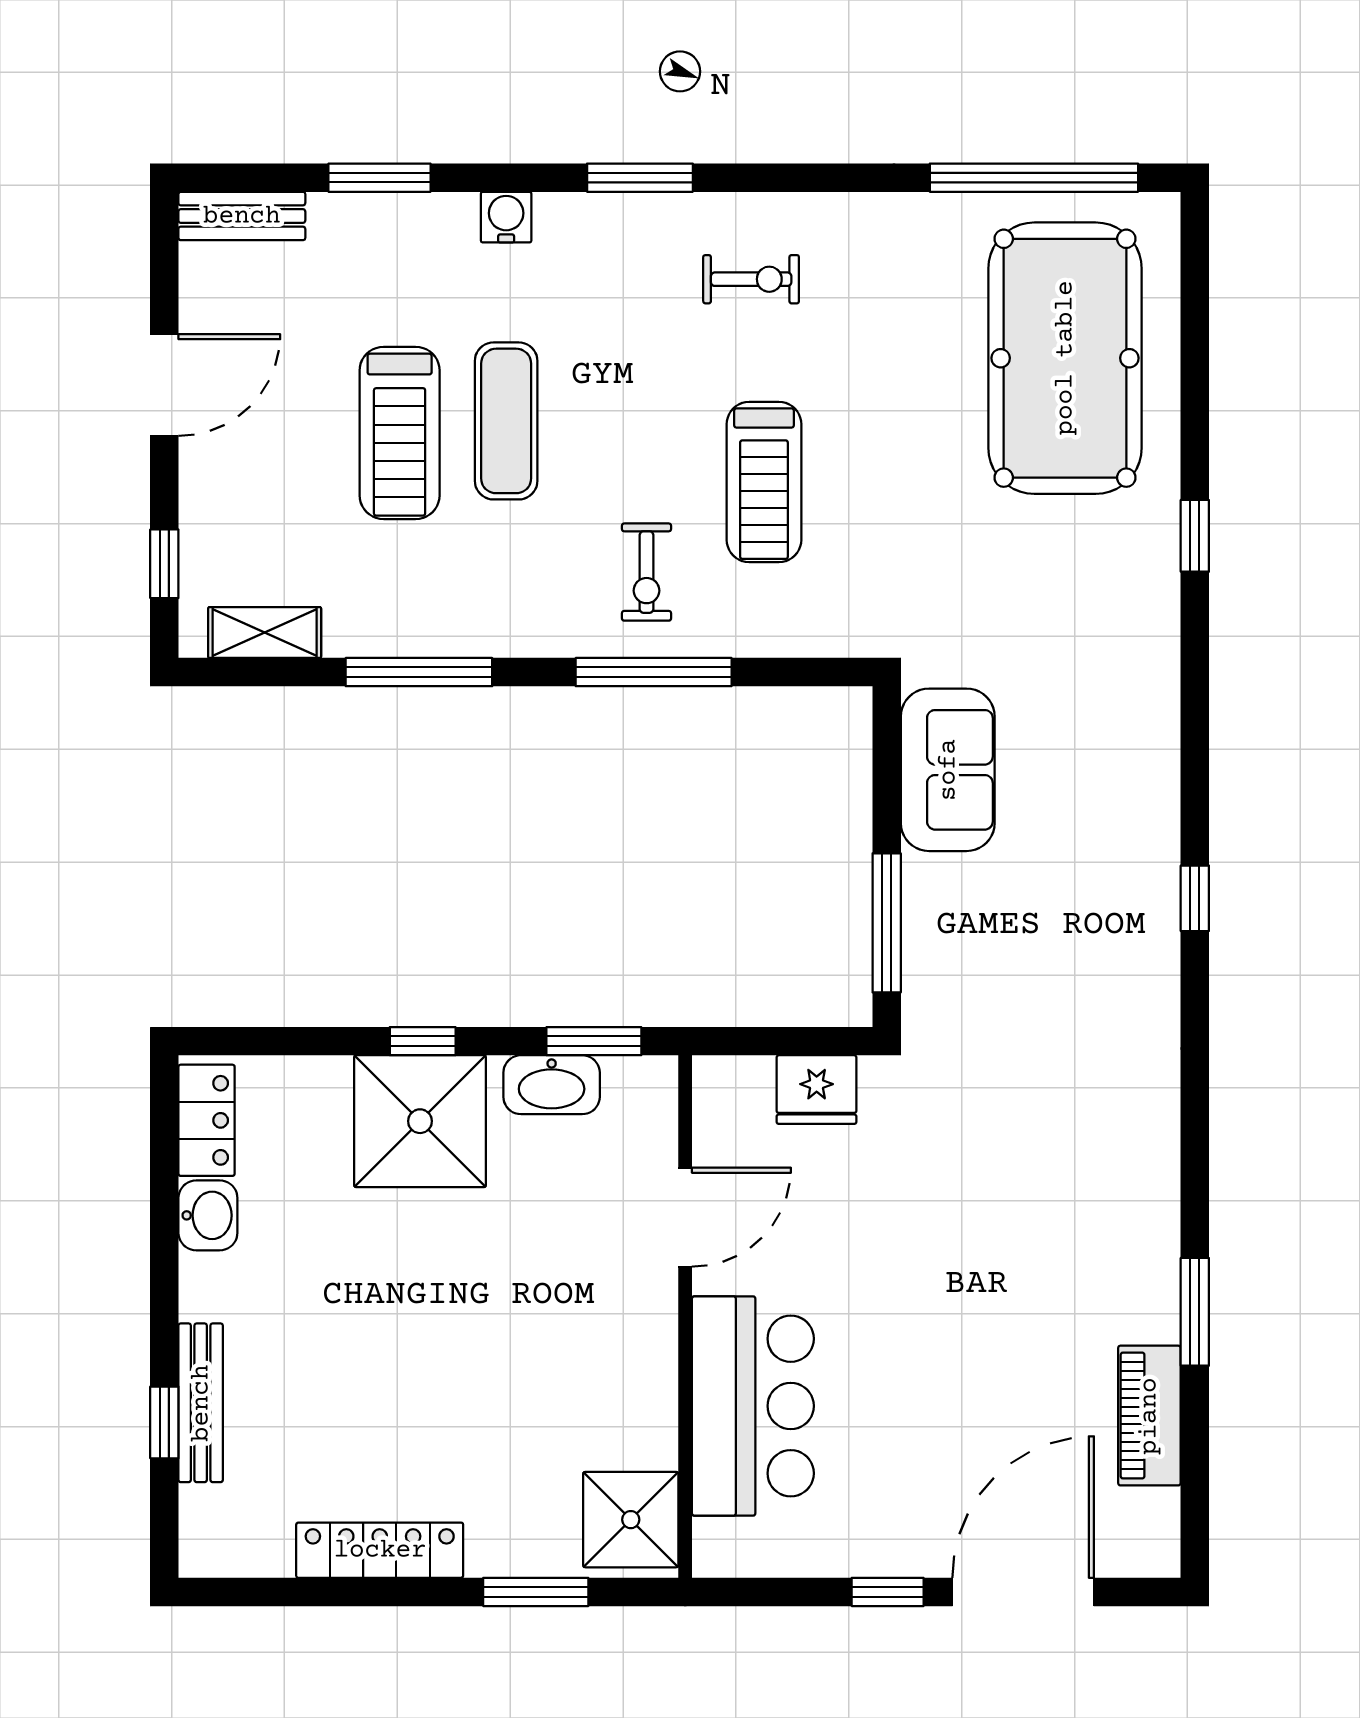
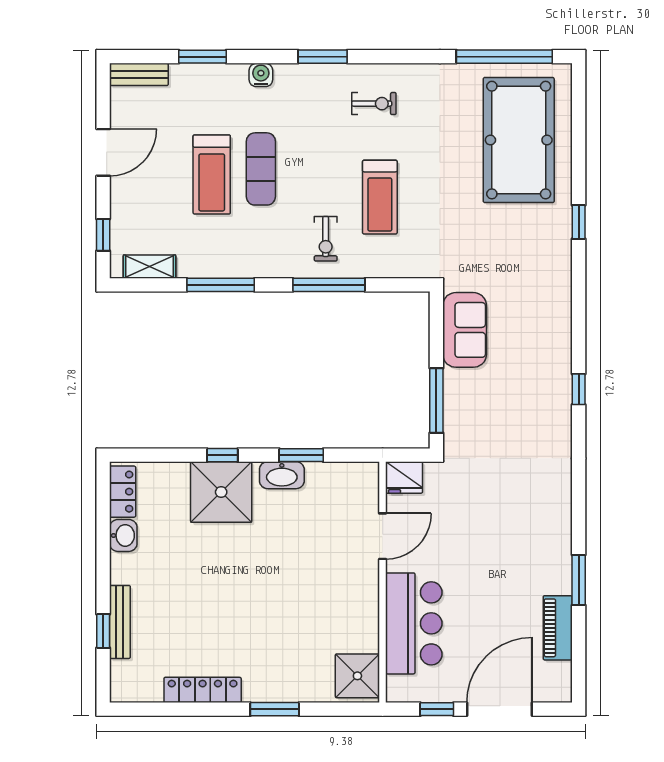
door: (685, 1217) -> (383, 536), moved
wall: (685, 1317) -> (383, 582), moved
bar counter: (753, 1406) -> (414, 623), moved
shower: (631, 1520) -> (357, 676), moved

